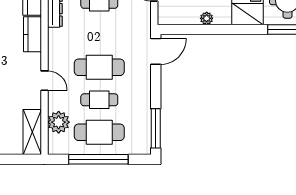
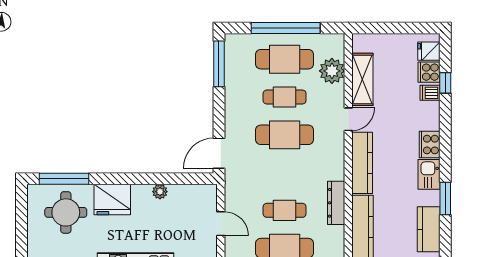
kitchen counter: (32, 34) -> (362, 163), width x1.50
door: (44, 81) -> (348, 119), swing flipped
shelving: (32, 132) -> (362, 79), moved

